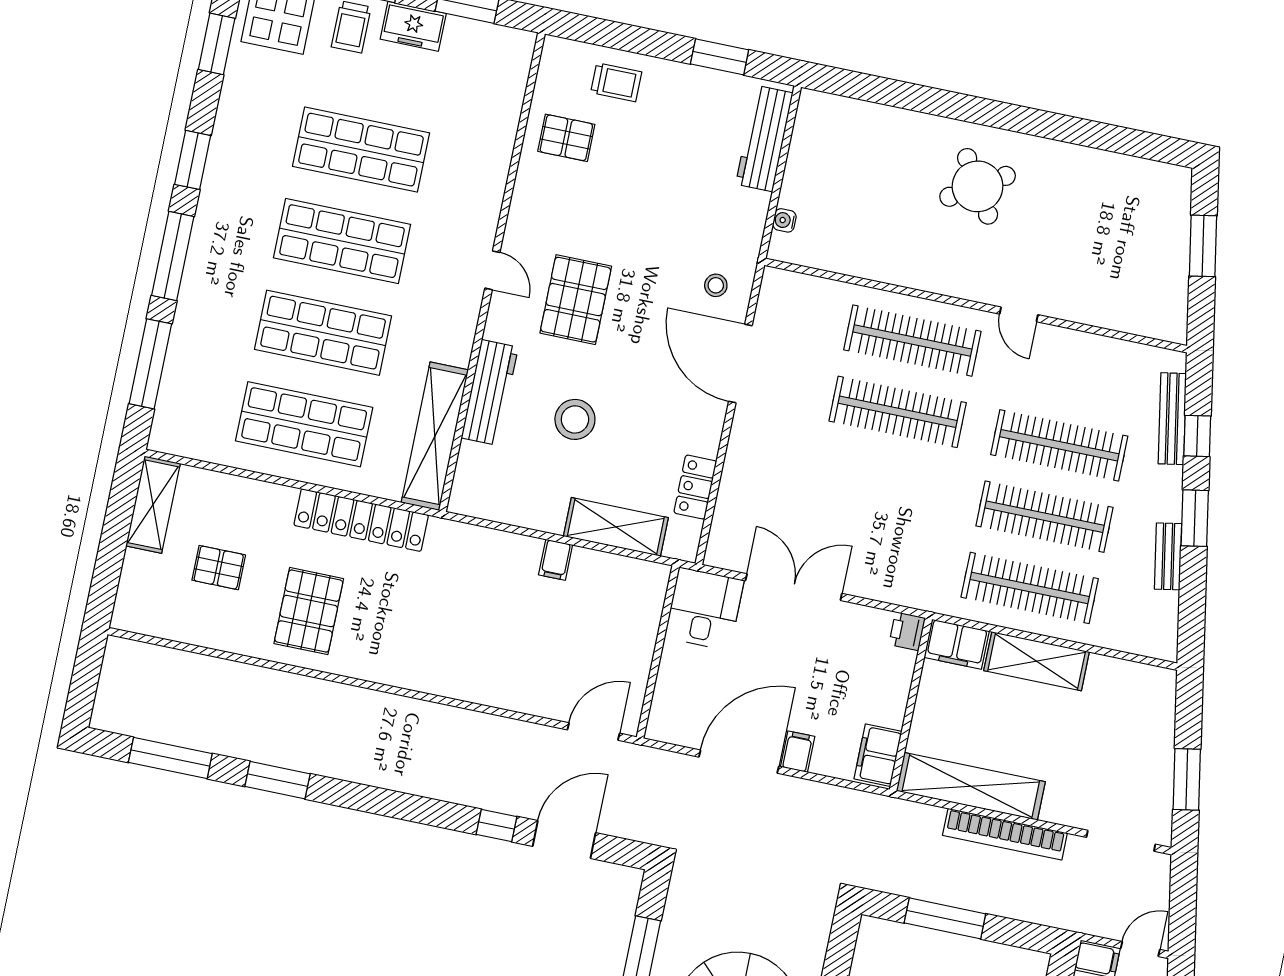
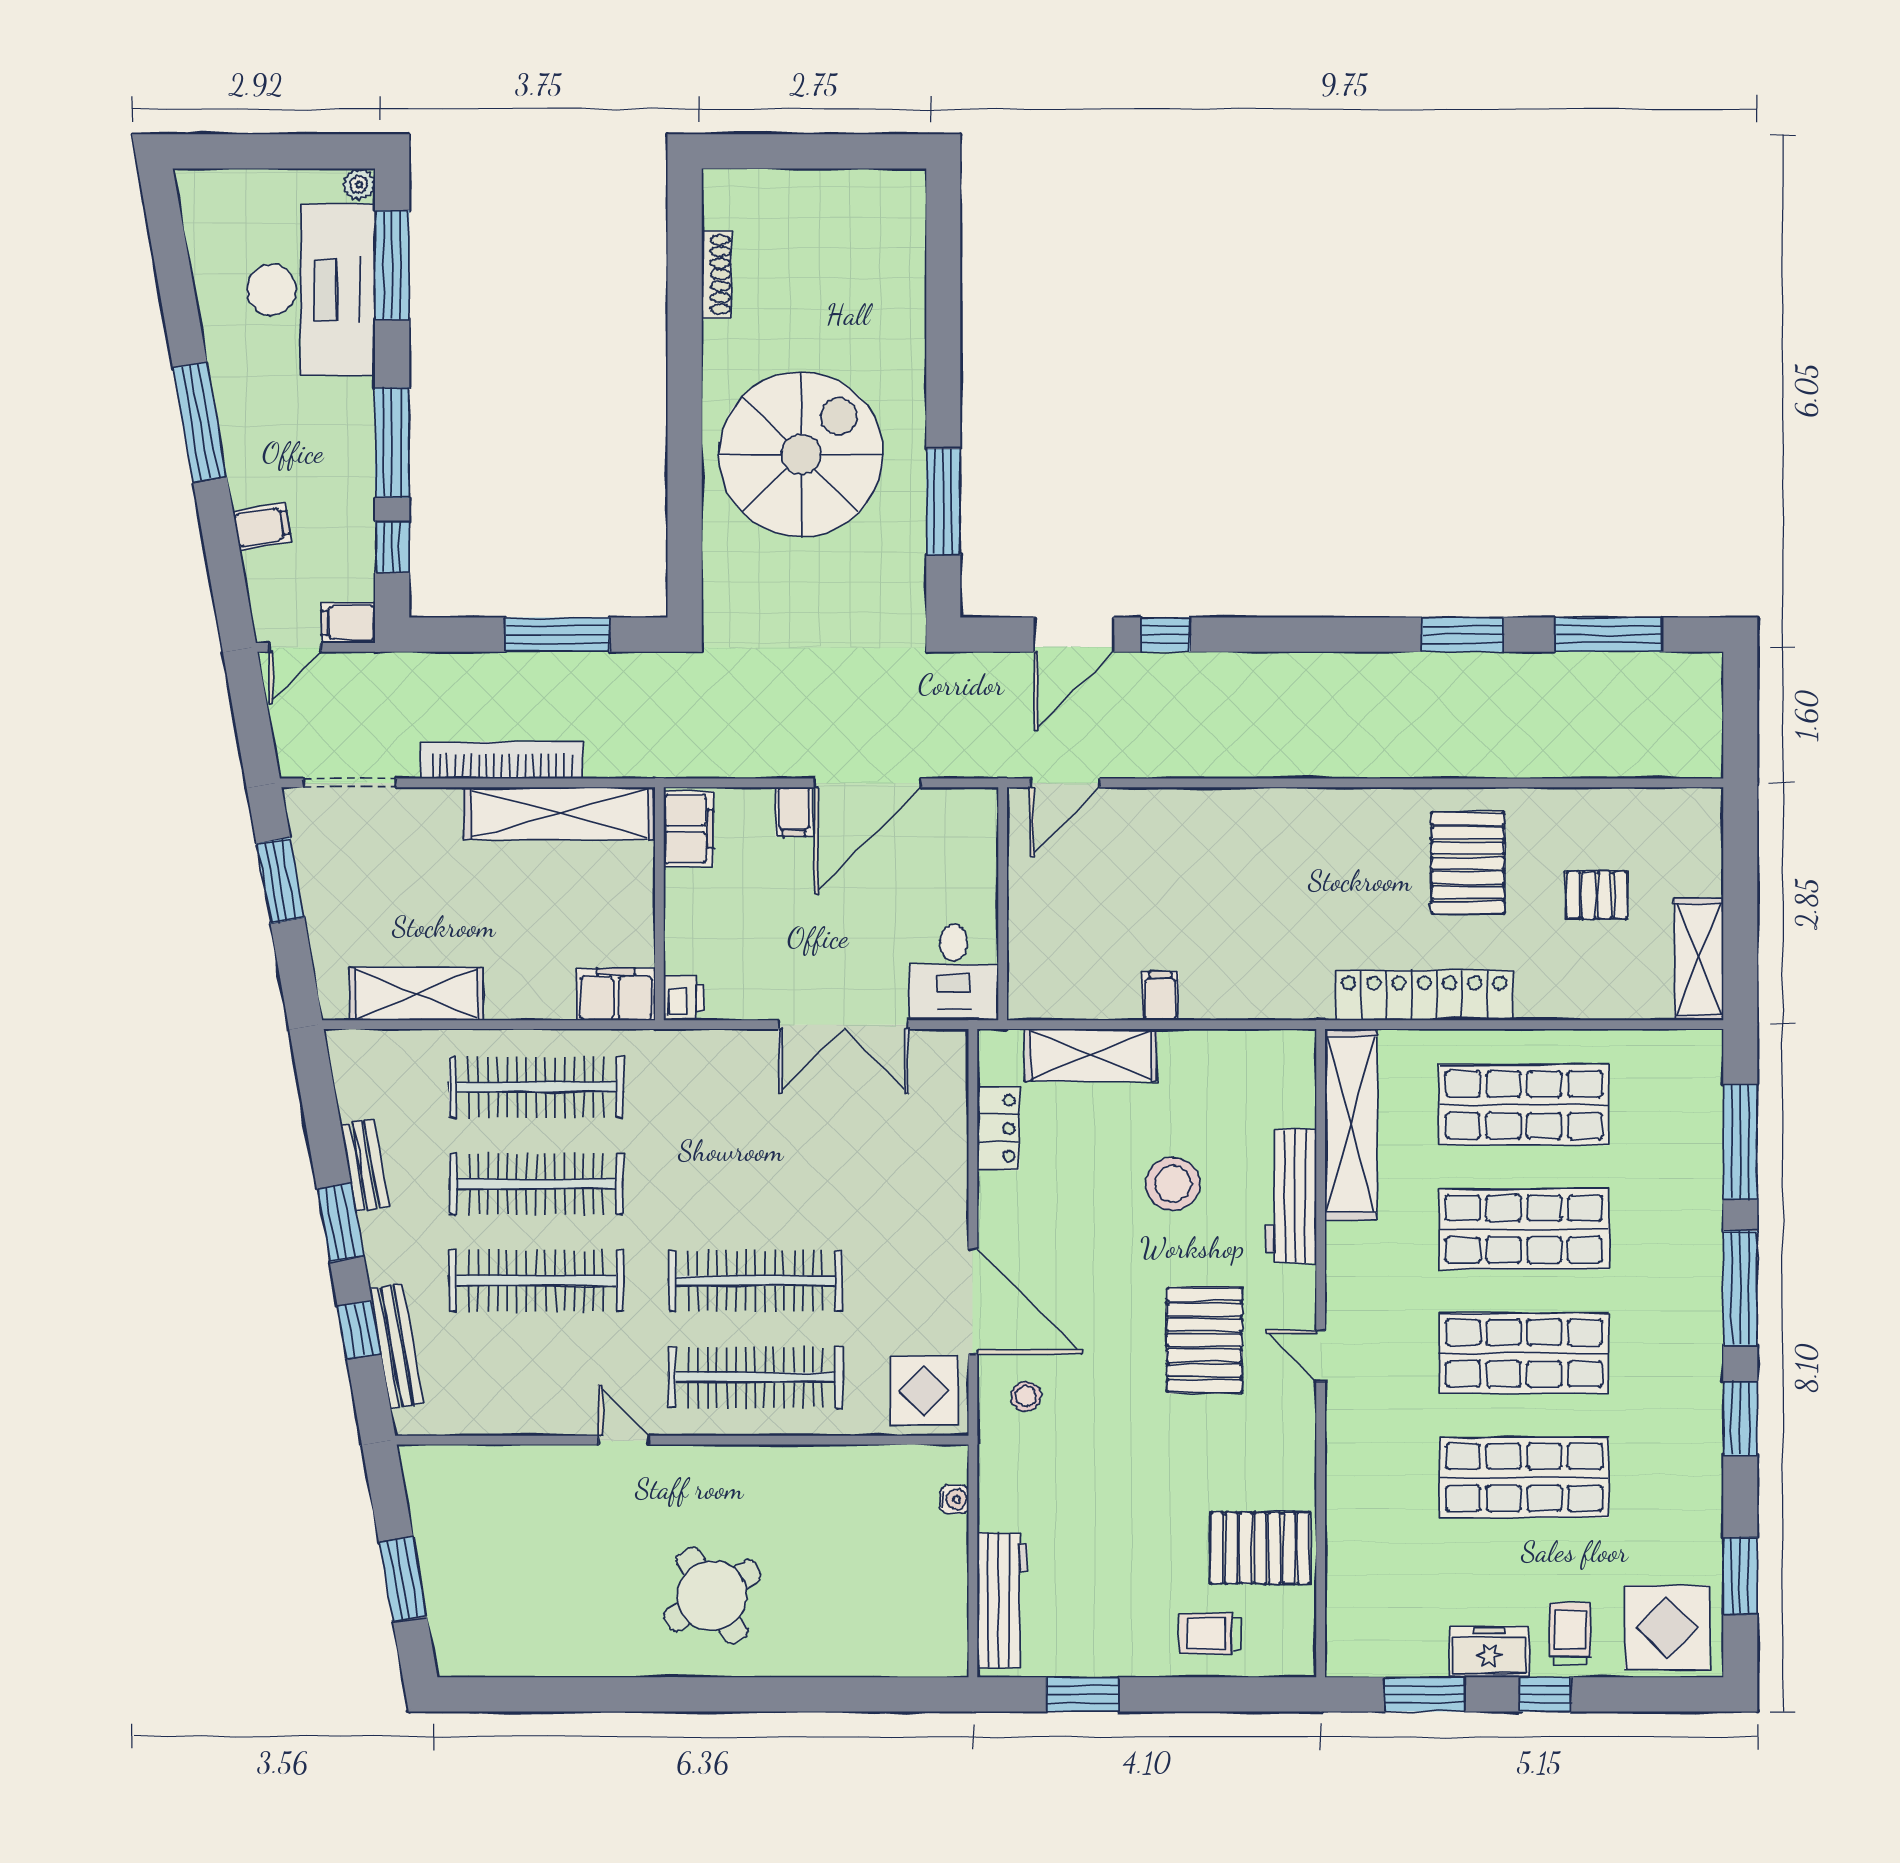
pallet: (566, 138) -> (1260, 1548), width x1.50, depth x1.42
display table: (790, 305) -> (924, 1391), added
shelving: (1037, 661) -> (416, 994), moved

